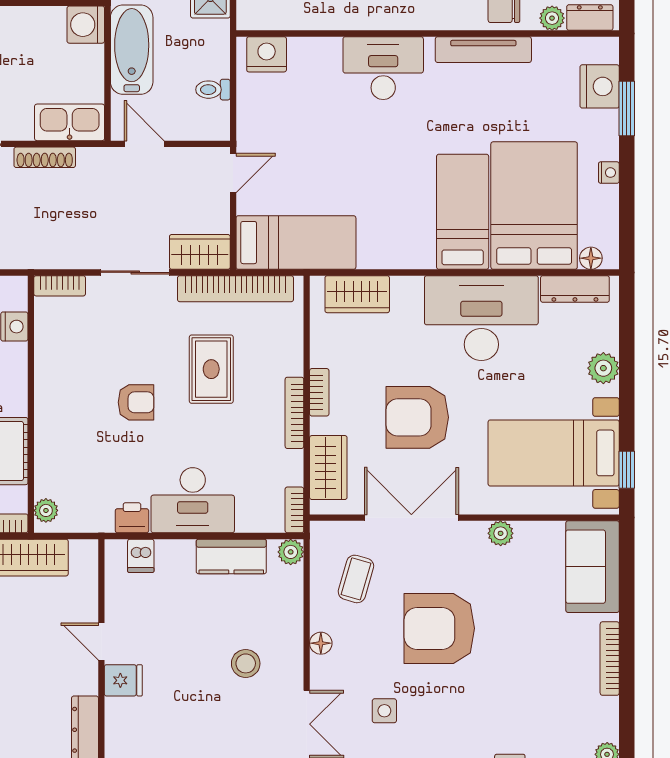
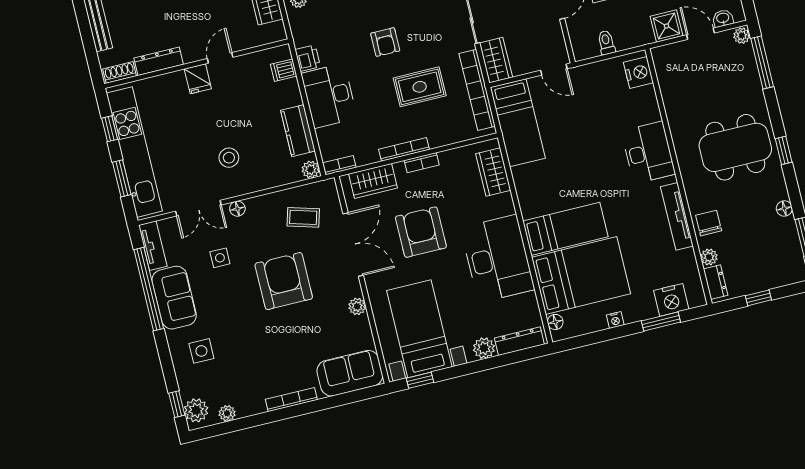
dresser: (575, 289) -> (519, 341), moved, turned 90
floor lamp: (321, 643) -> (237, 209), moved

